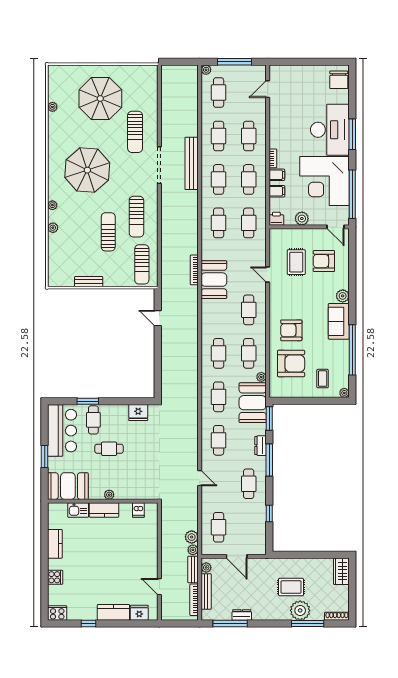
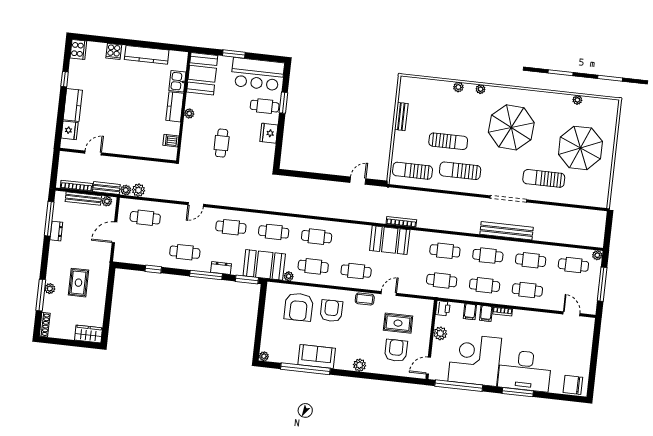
sofa: (339, 321) -> (317, 356), moved
coffee table: (323, 379) -> (365, 299), moved
fridge: (138, 413) -> (269, 133), moved
cafe table: (109, 449) -> (222, 143), moved
kitchen counter: (55, 544) -> (147, 55), width x1.50
plant: (300, 610) -> (50, 289), width x0.53, depth x0.53

